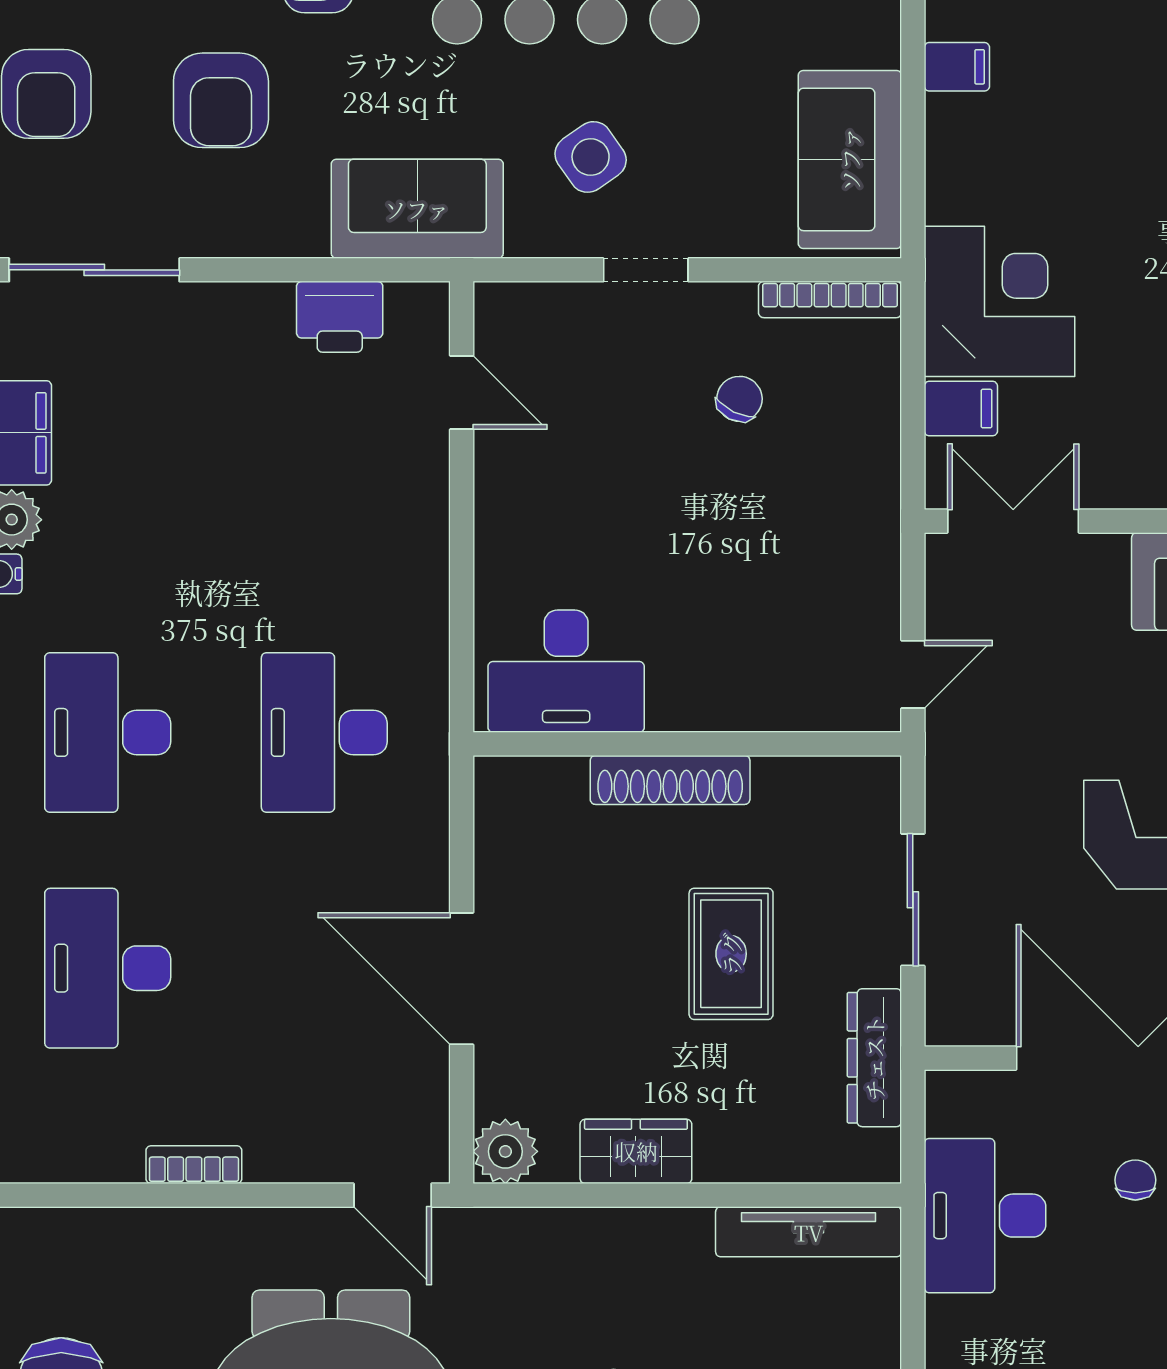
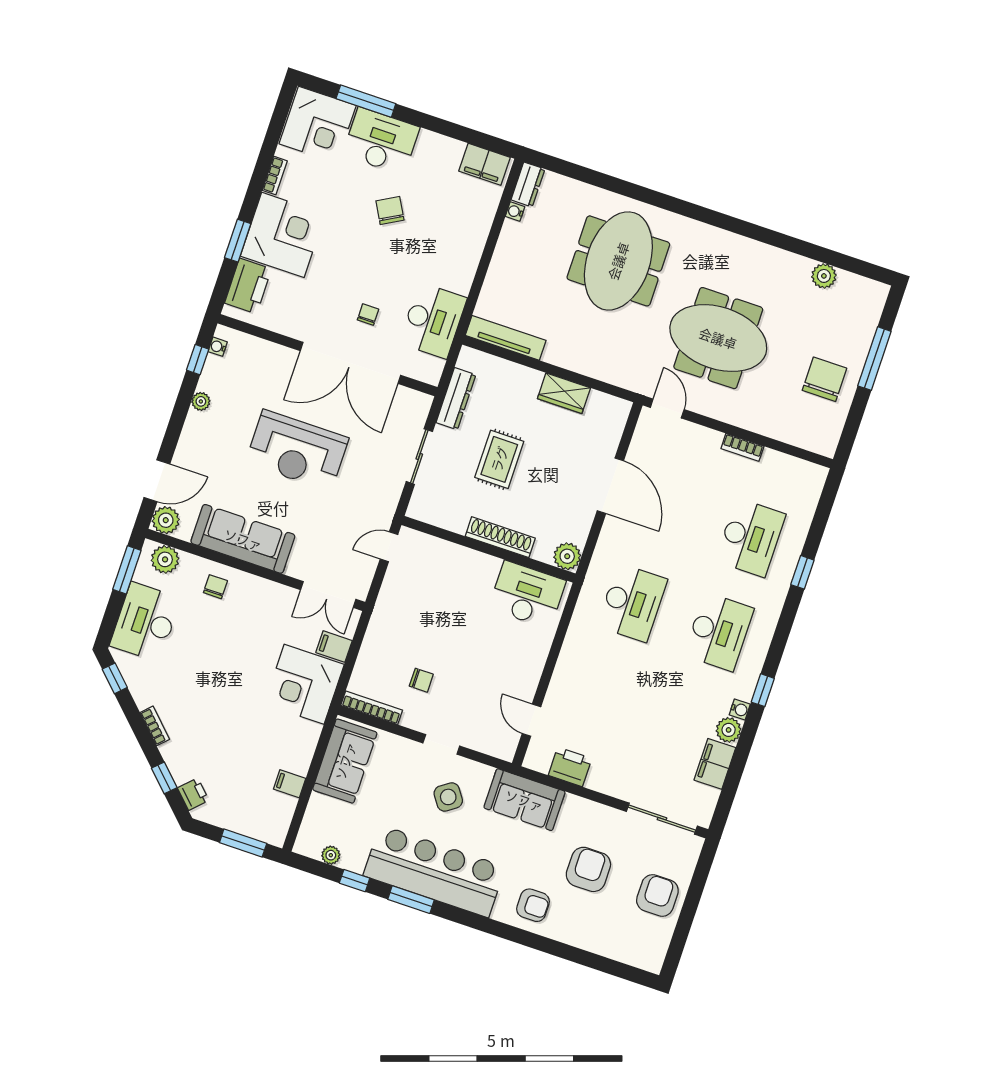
chair: (739, 399) -> (421, 680), turned -116
plant: (505, 1151) -> (567, 556), moved
chair: (1135, 1180) -> (368, 315), turned 180

